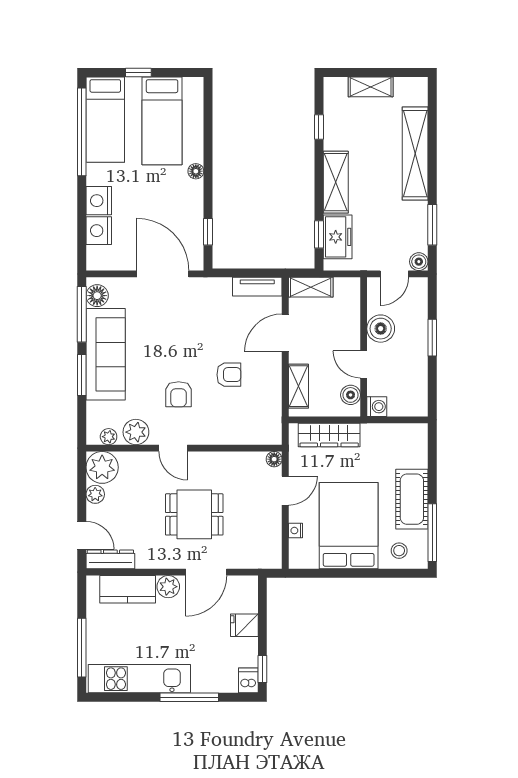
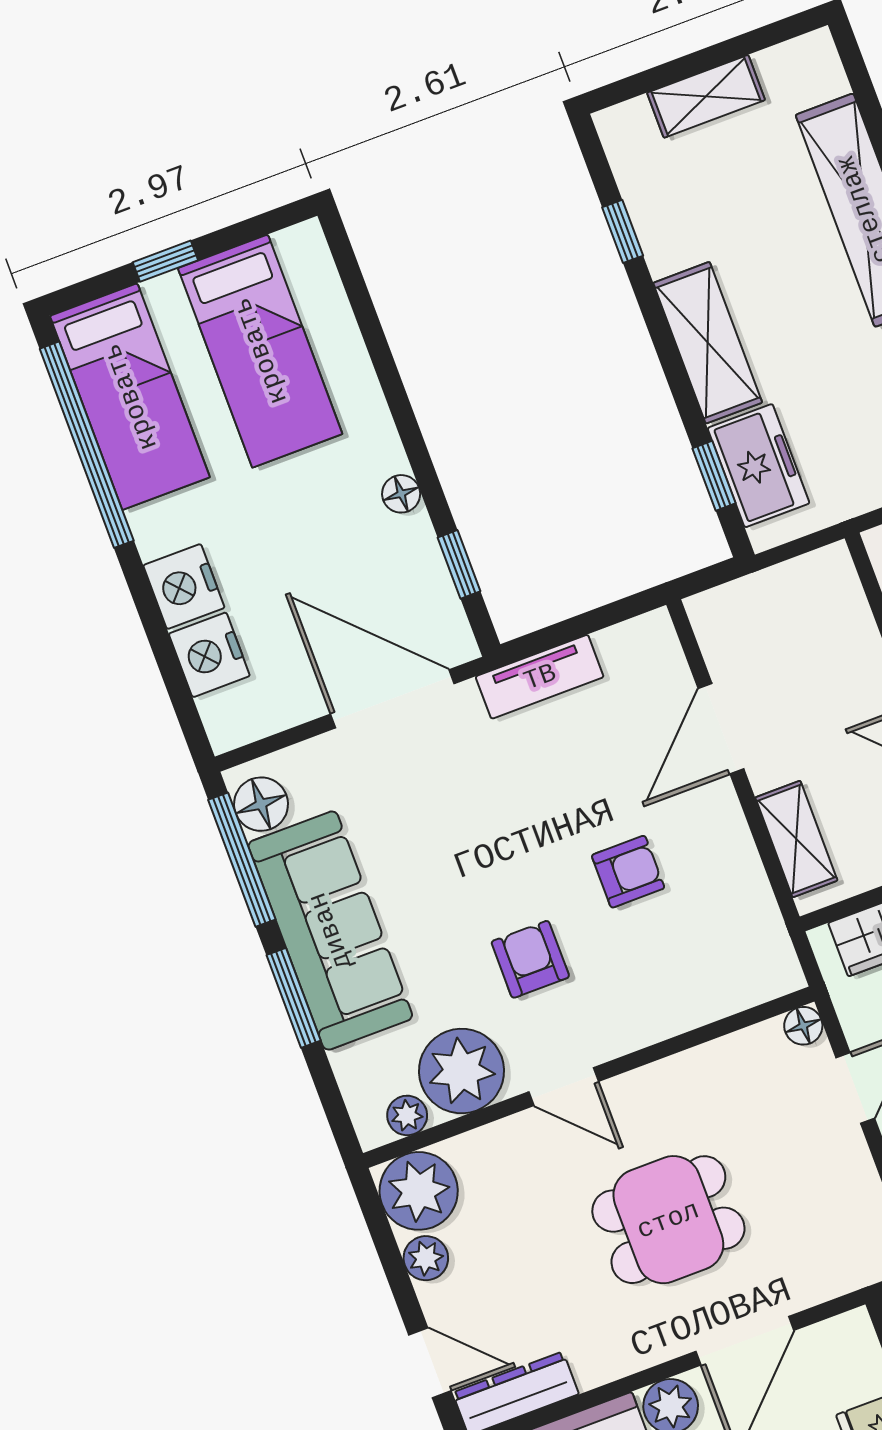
floor lamp: (196, 171) -> (401, 494), moved
tv unit: (257, 287) -> (540, 677), moved
shelving: (311, 287) -> (740, 603), removed
armchair: (179, 394) -> (530, 959), turned 180
plant: (136, 432) -> (462, 1071), width x1.36, depth x1.36

